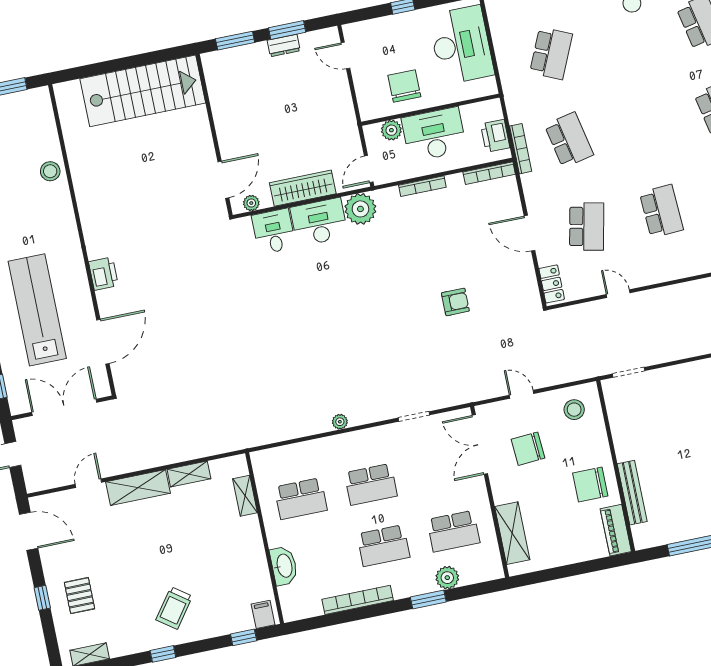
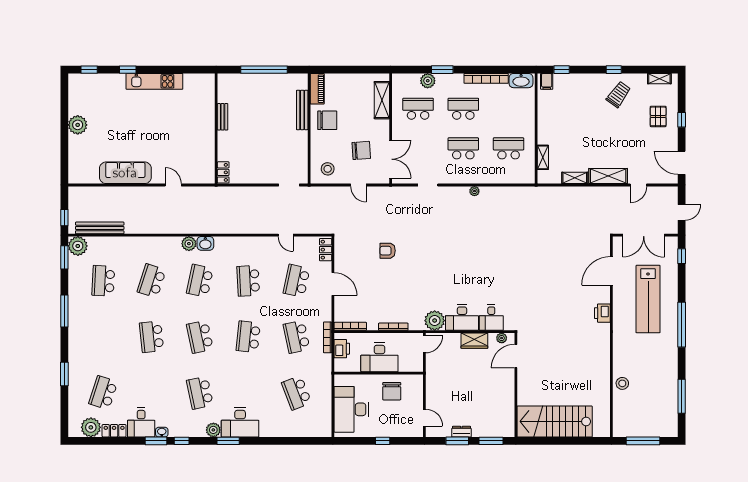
school desk: (551, 53) -> (297, 393), turned -45
school desk: (644, 125) -> (248, 337), added
plant: (391, 130) -> (405, 365), removed
wardrobe: (303, 188) -> (474, 341), width x0.67
washbasin: (284, 566) -> (521, 81), moved, turned -90
trolley: (174, 608) -> (619, 94), moved

